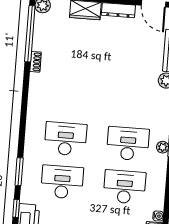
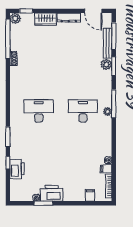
desk: (62, 182) -> (39, 142), removed
desk: (124, 187) -> (83, 142), removed

